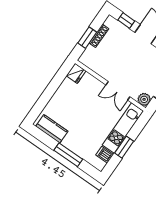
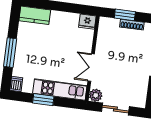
kitchen counter: (52, 129) -> (35, 15), moved, turned 90
dishwasher: (105, 155) -> (16, 84), moved

